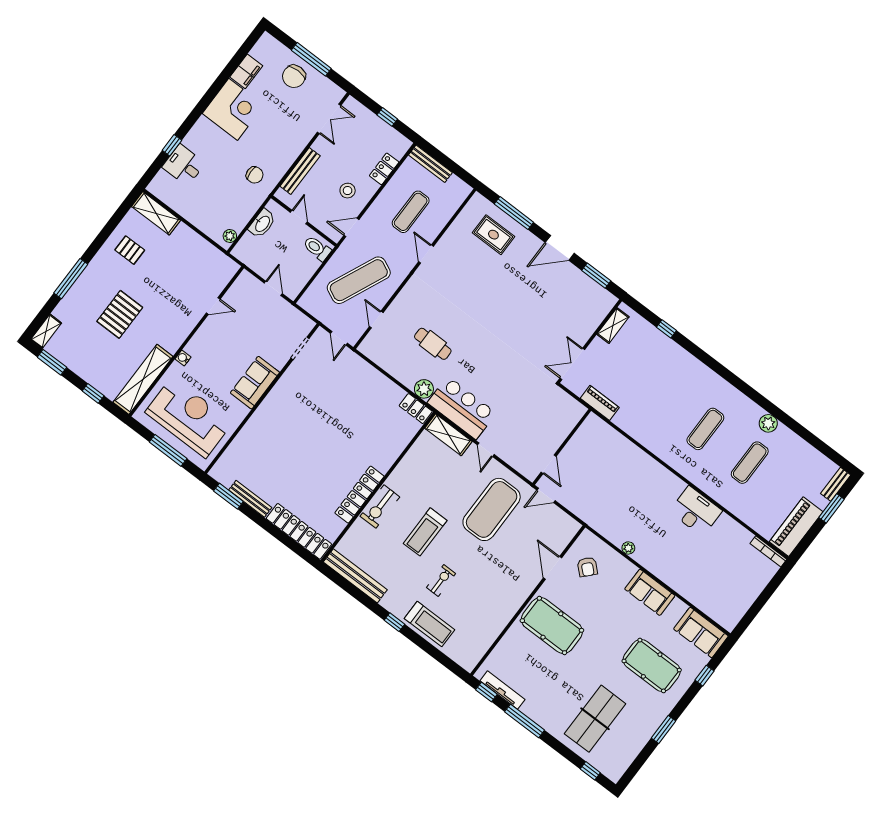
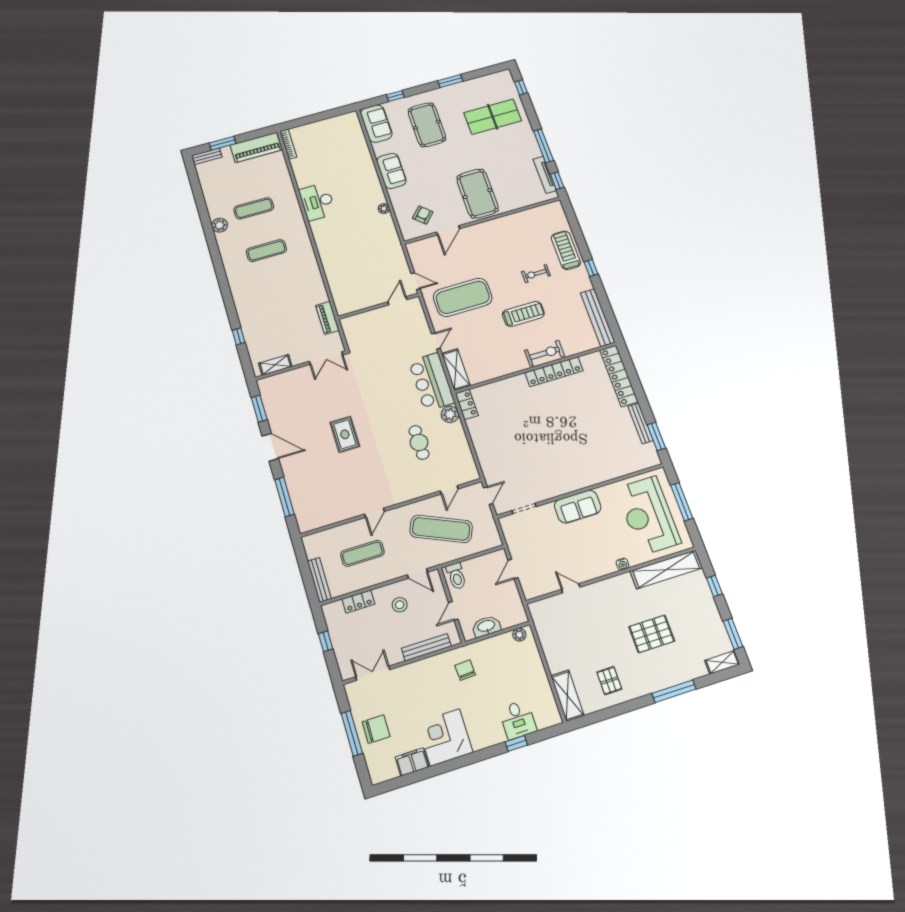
rug: (493, 235) -> (345, 434), moved

